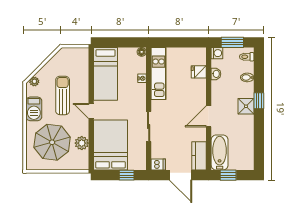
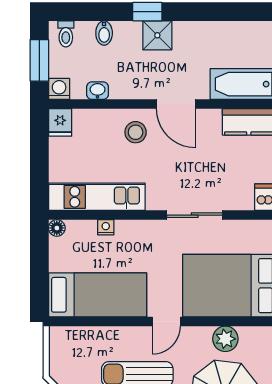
fridge: (199, 72) -> (60, 122), moved
stool: (193, 94) -> (136, 132), added

